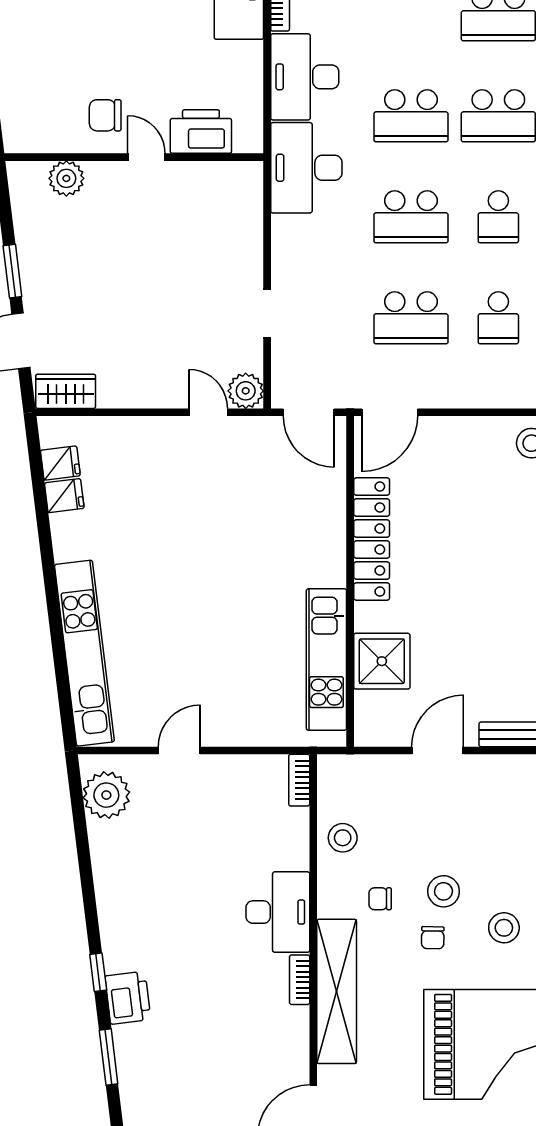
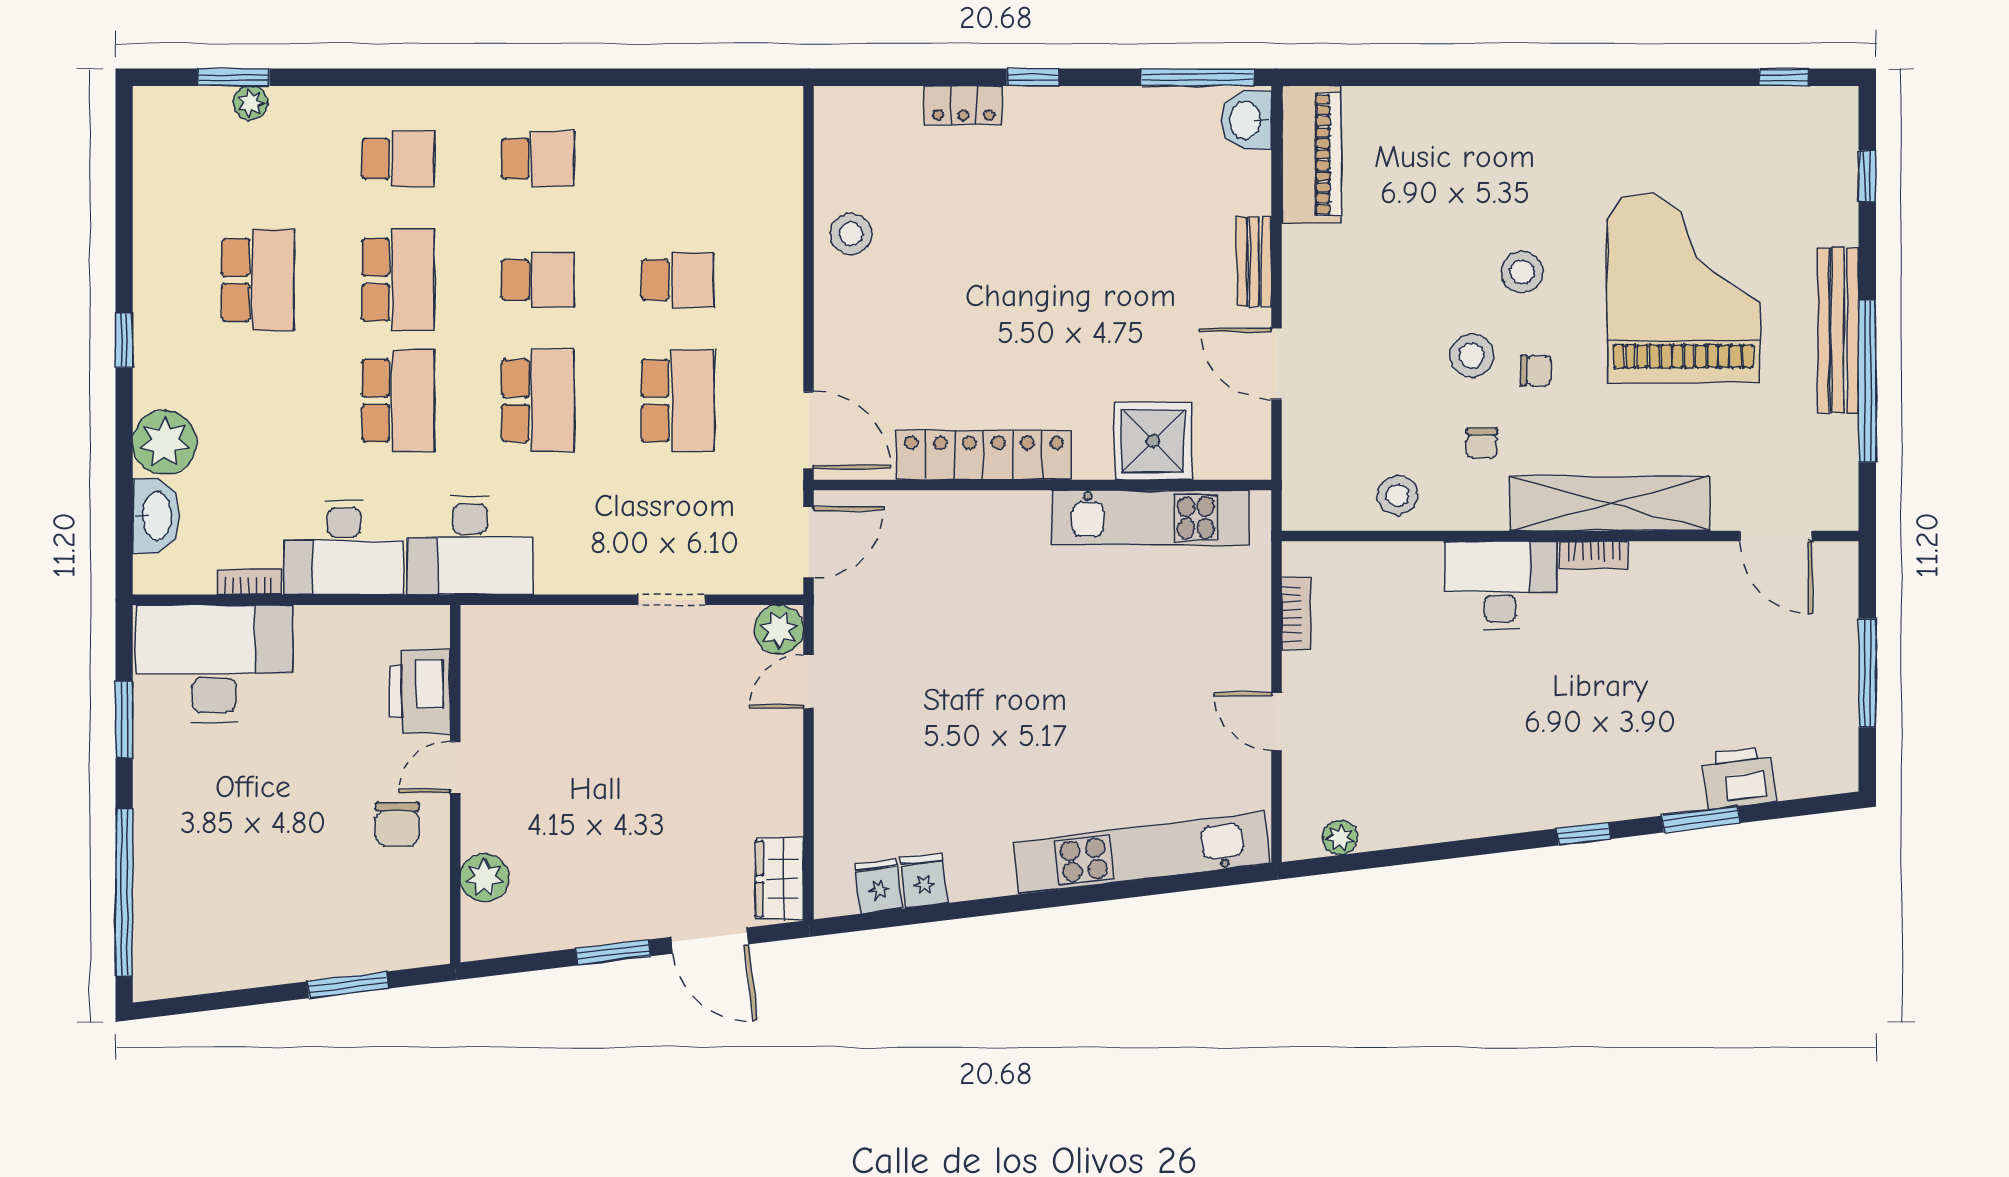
bookcase: (299, 780) -> (1296, 614), moved, turned -90
plant: (106, 795) -> (1340, 837), width x0.53, depth x0.53
printer: (128, 998) -> (1739, 778), moved

